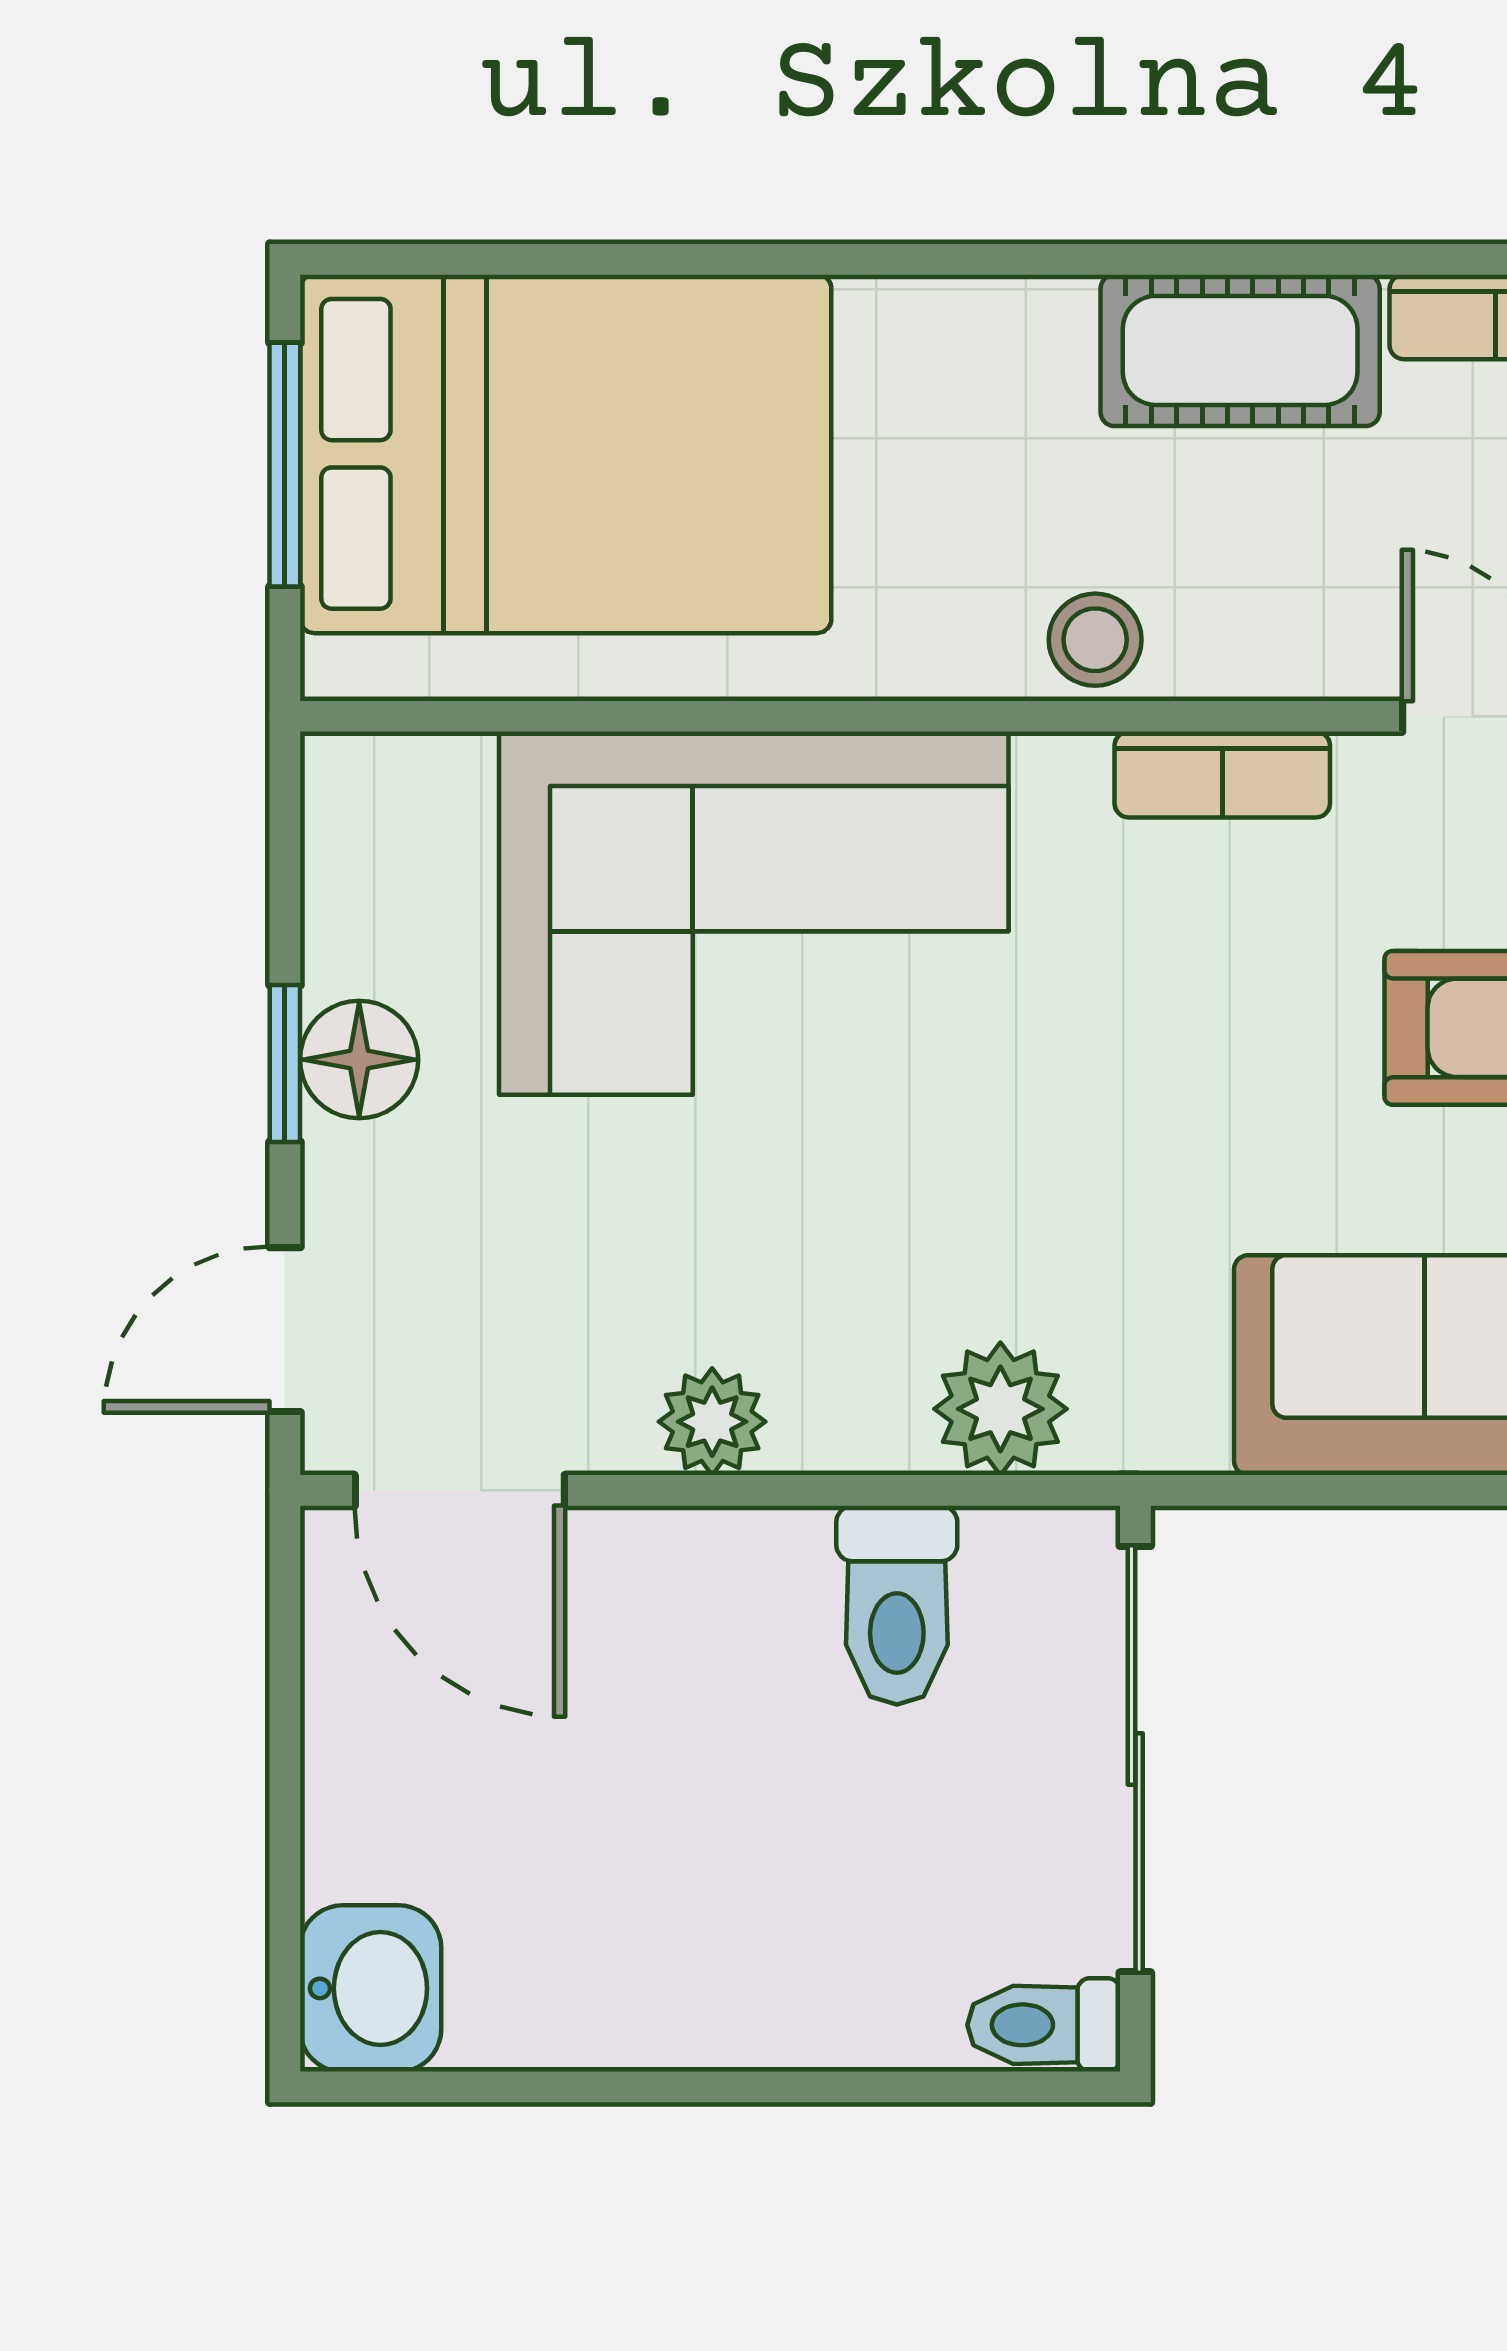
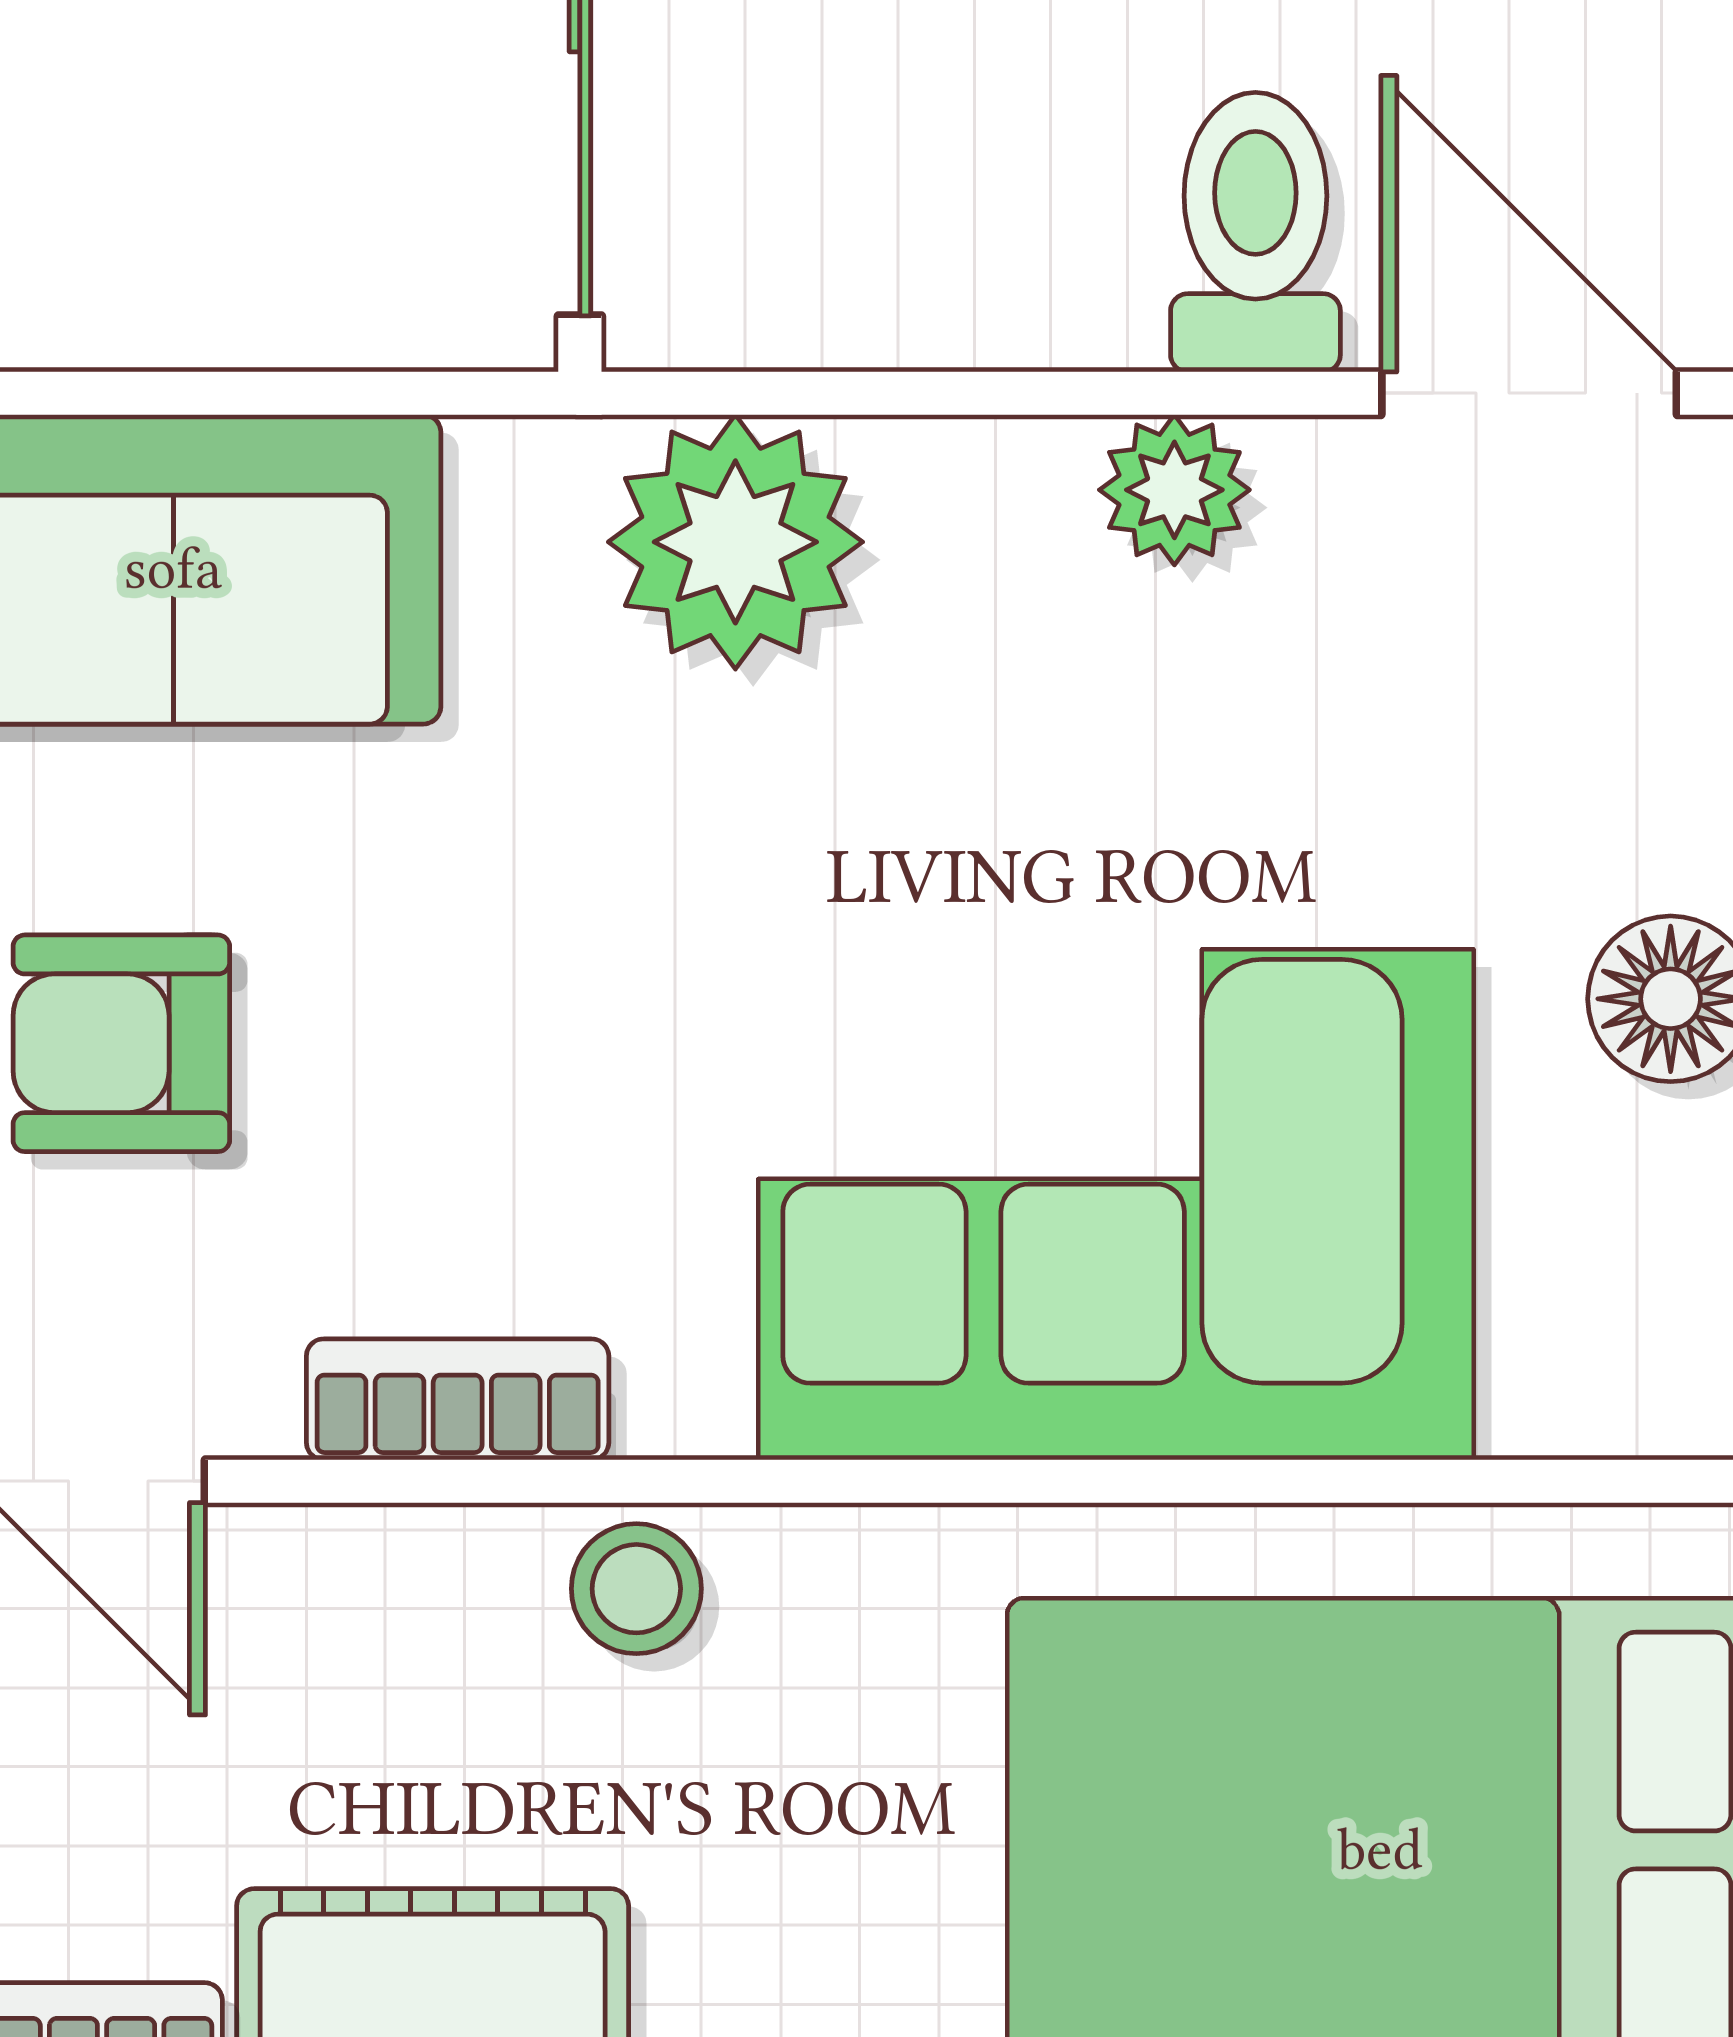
plant: (1000, 1409) -> (735, 542), width x1.36, depth x1.36
toilet: (897, 1605) -> (1255, 232), moved

